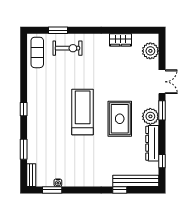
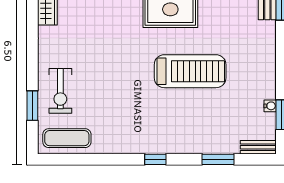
exercise bike: (67, 48) -> (60, 91), turned 180
treadmill: (83, 112) -> (190, 71), moved, turned 180

